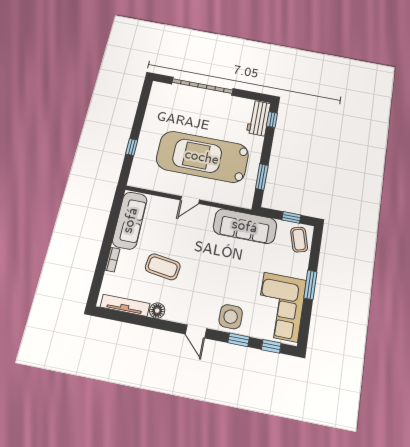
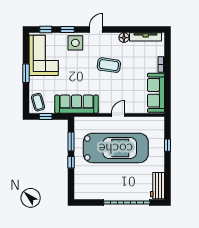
workbench: (259, 118) -> (157, 186), moved, turned 180
window: (272, 120) -> (71, 162), moved
coffee table: (163, 267) -> (109, 65), moved
door: (196, 331) -> (96, 29), hinge flipped

